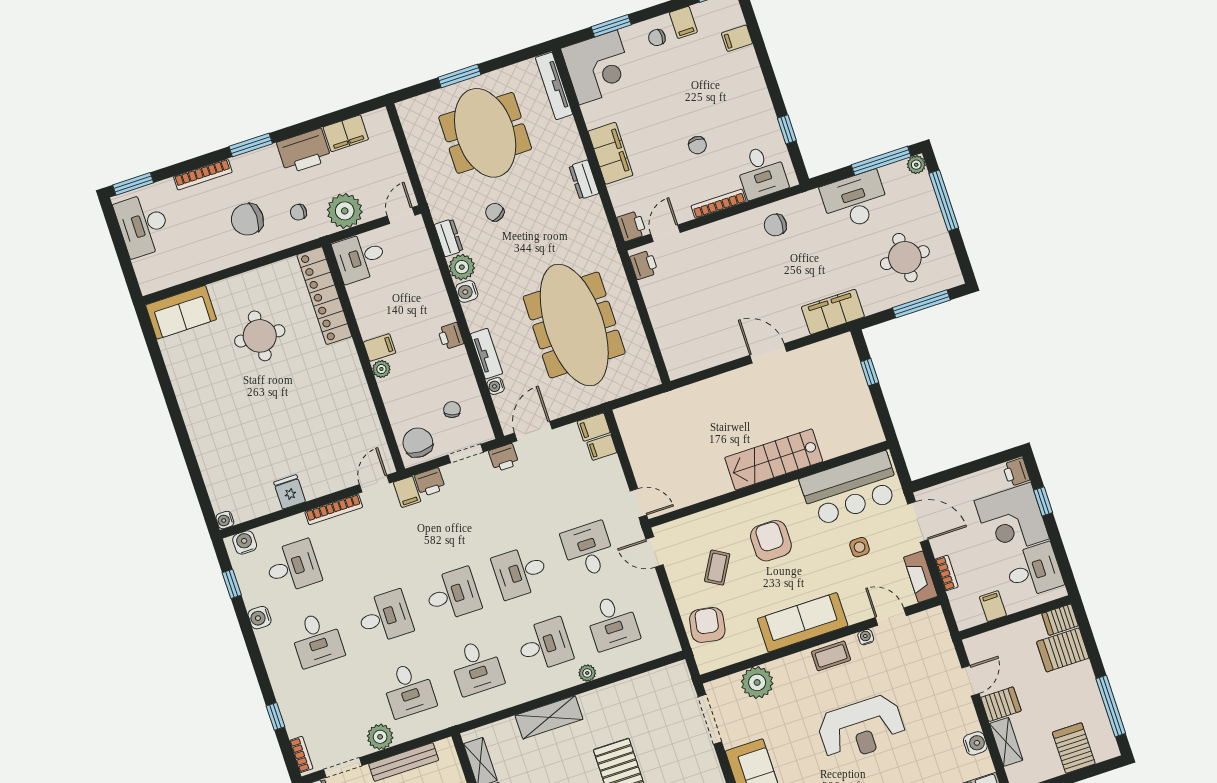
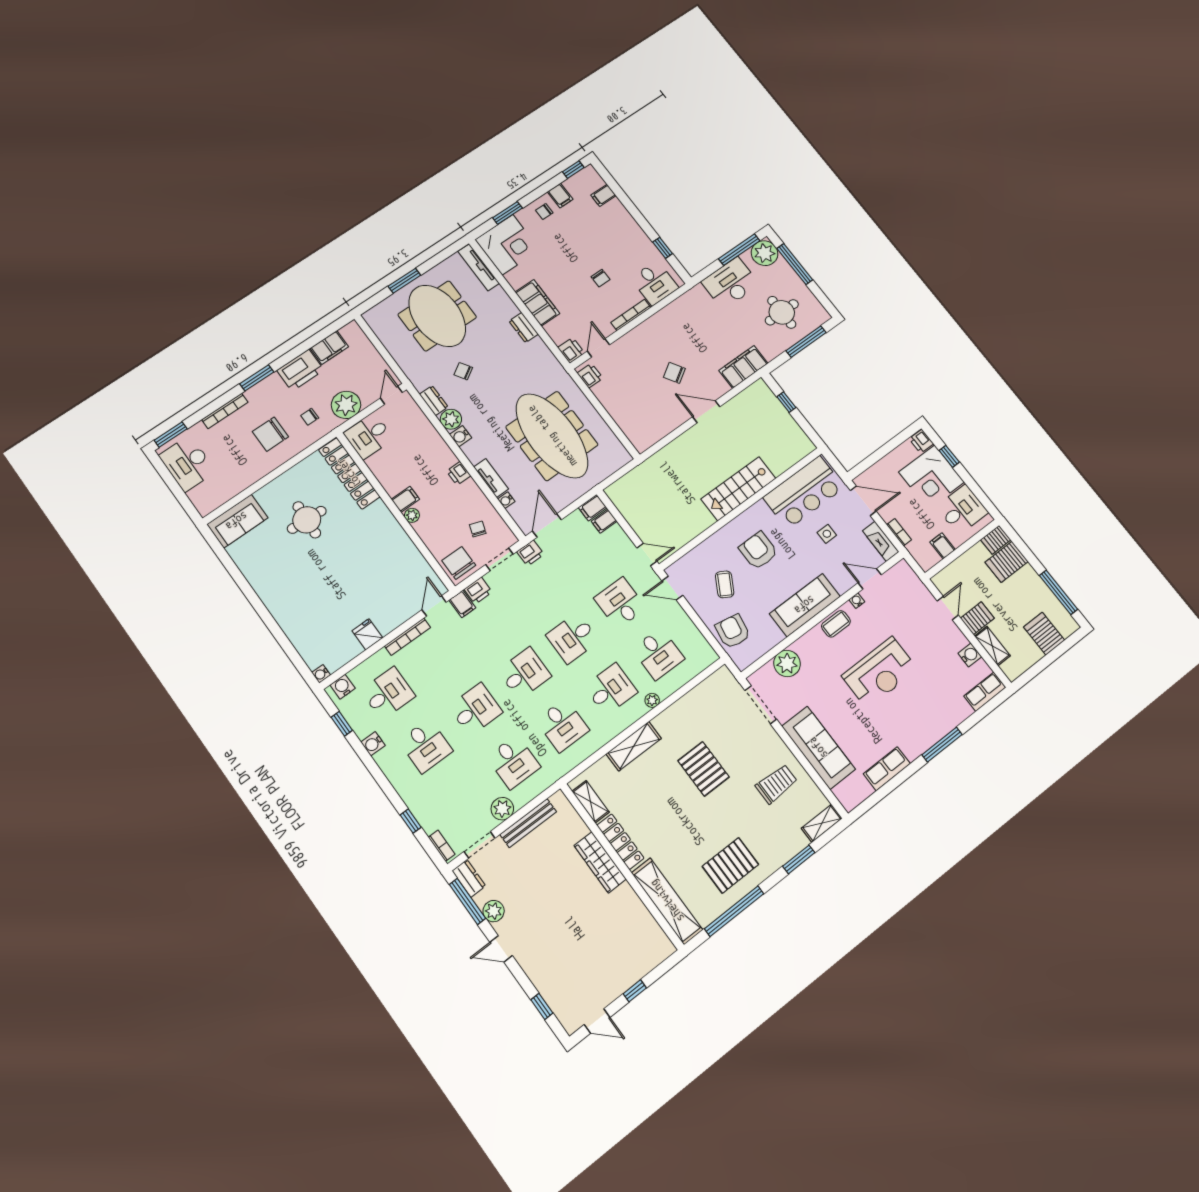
plant: (916, 165) -> (765, 253), width x1.88, depth x1.88
chair: (775, 225) -> (674, 373), moved, turned 58

